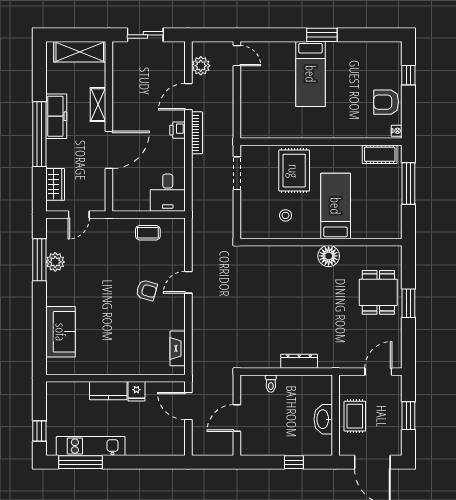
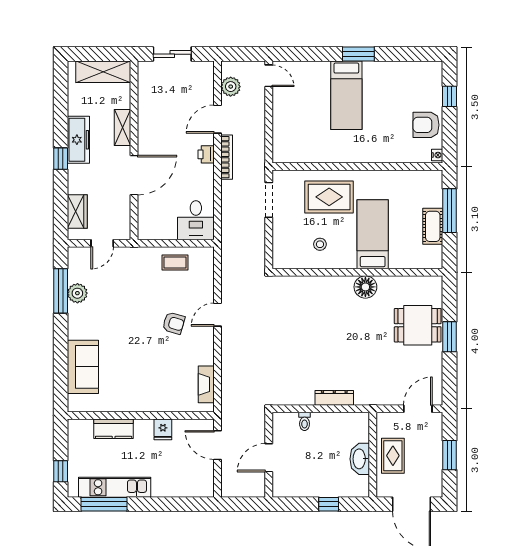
window: (39, 134) -> (61, 159), width x0.32
cot: (380, 154) -> (433, 226), moved, turned 90
rug: (294, 171) -> (329, 197), turned 90
dining table: (378, 292) -> (418, 325), turned 90
kitchen counter: (108, 391) -> (114, 429), moved

